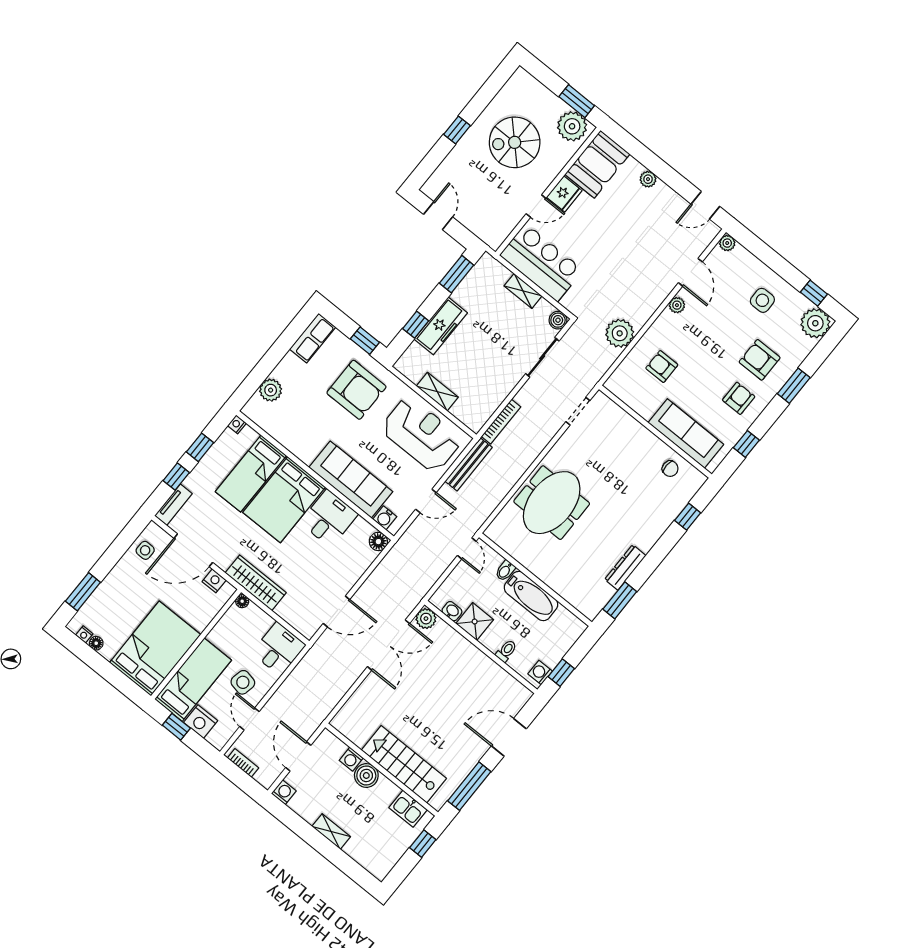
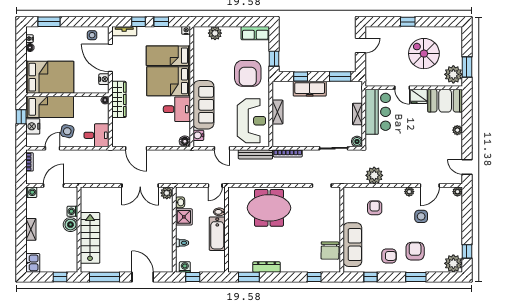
side table: (762, 300) -> (421, 216), moved
chair: (670, 469) -> (330, 251), width x1.87, depth x1.87
kitchen sink: (408, 809) -> (33, 263), moved, turned 180

